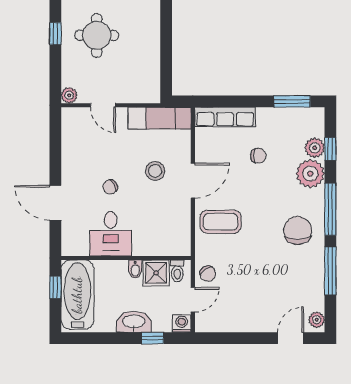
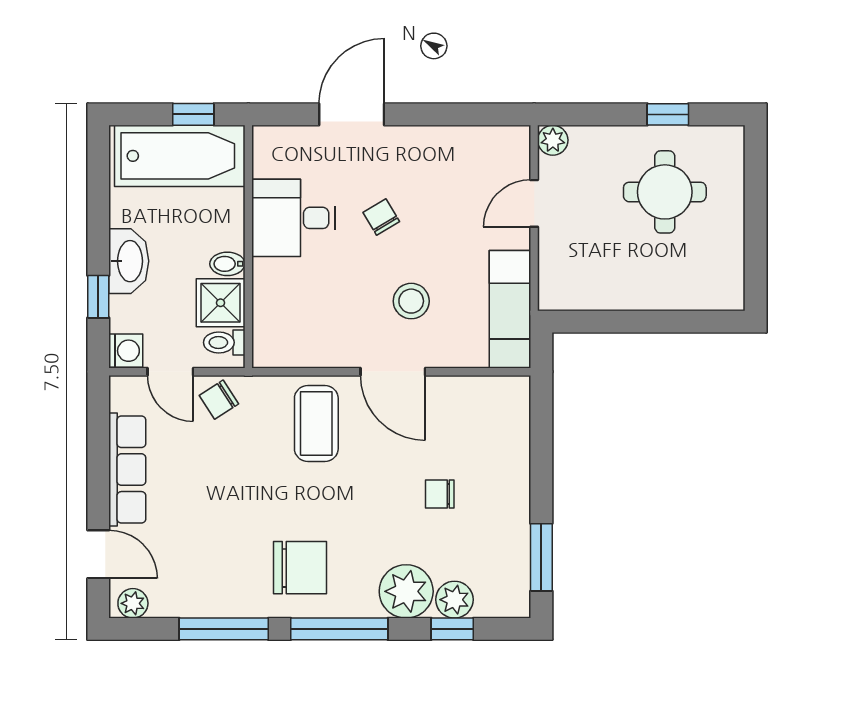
row of seats: (225, 117) -> (127, 470), moved, turned 180
chair: (258, 156) -> (440, 494), turned 90

